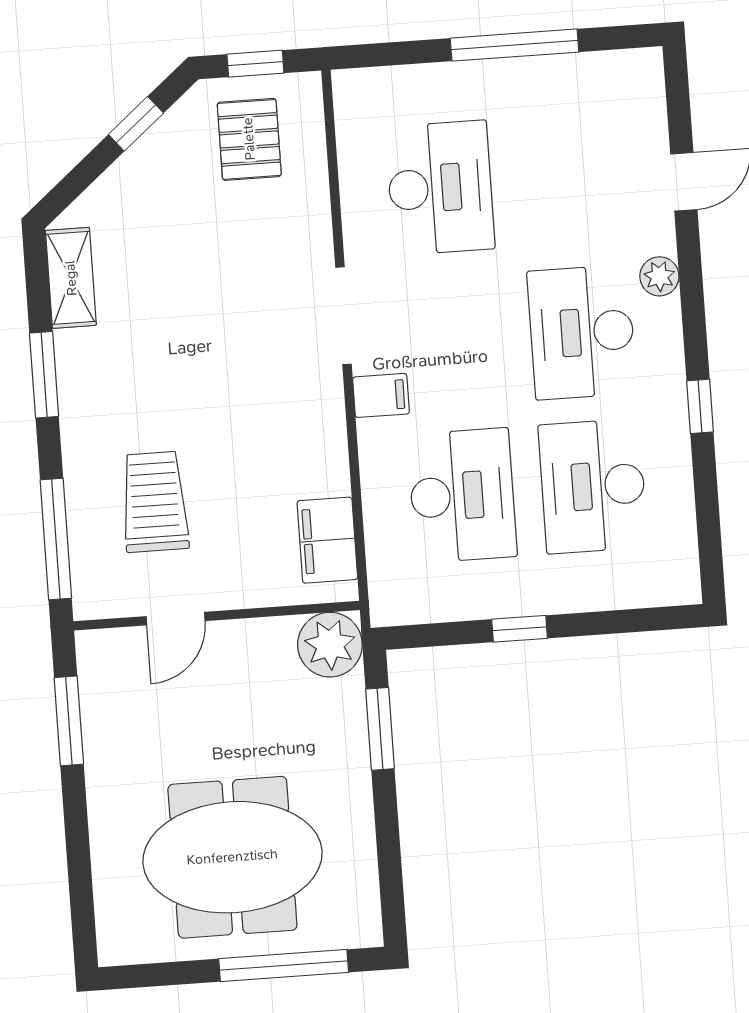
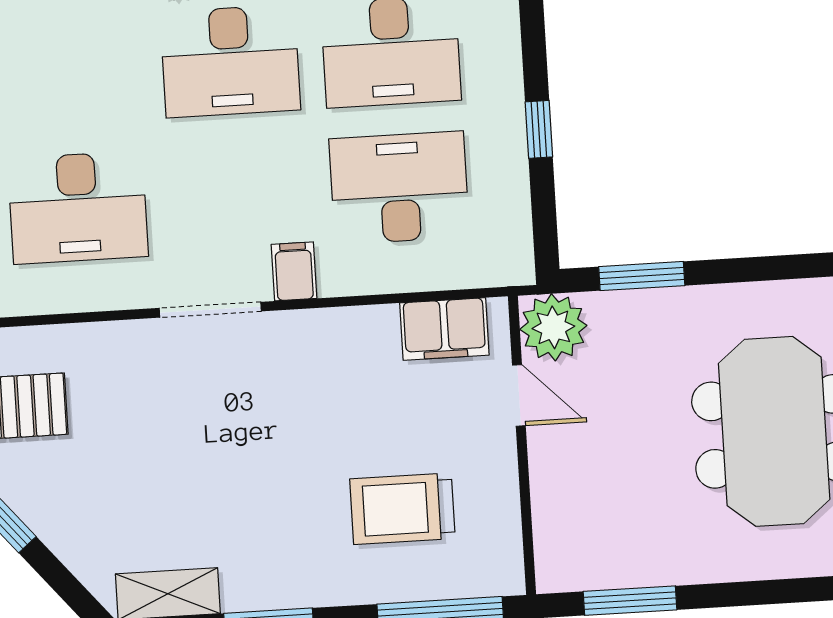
desk: (440, 188) -> (78, 207), turned 180
door: (176, 619) -> (519, 395), moved

